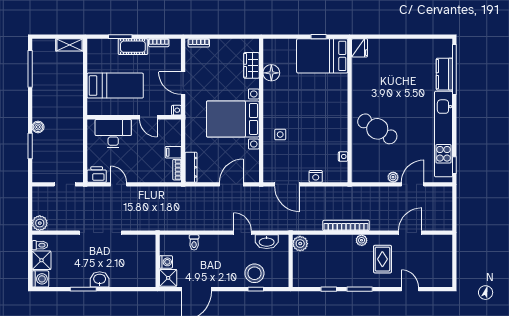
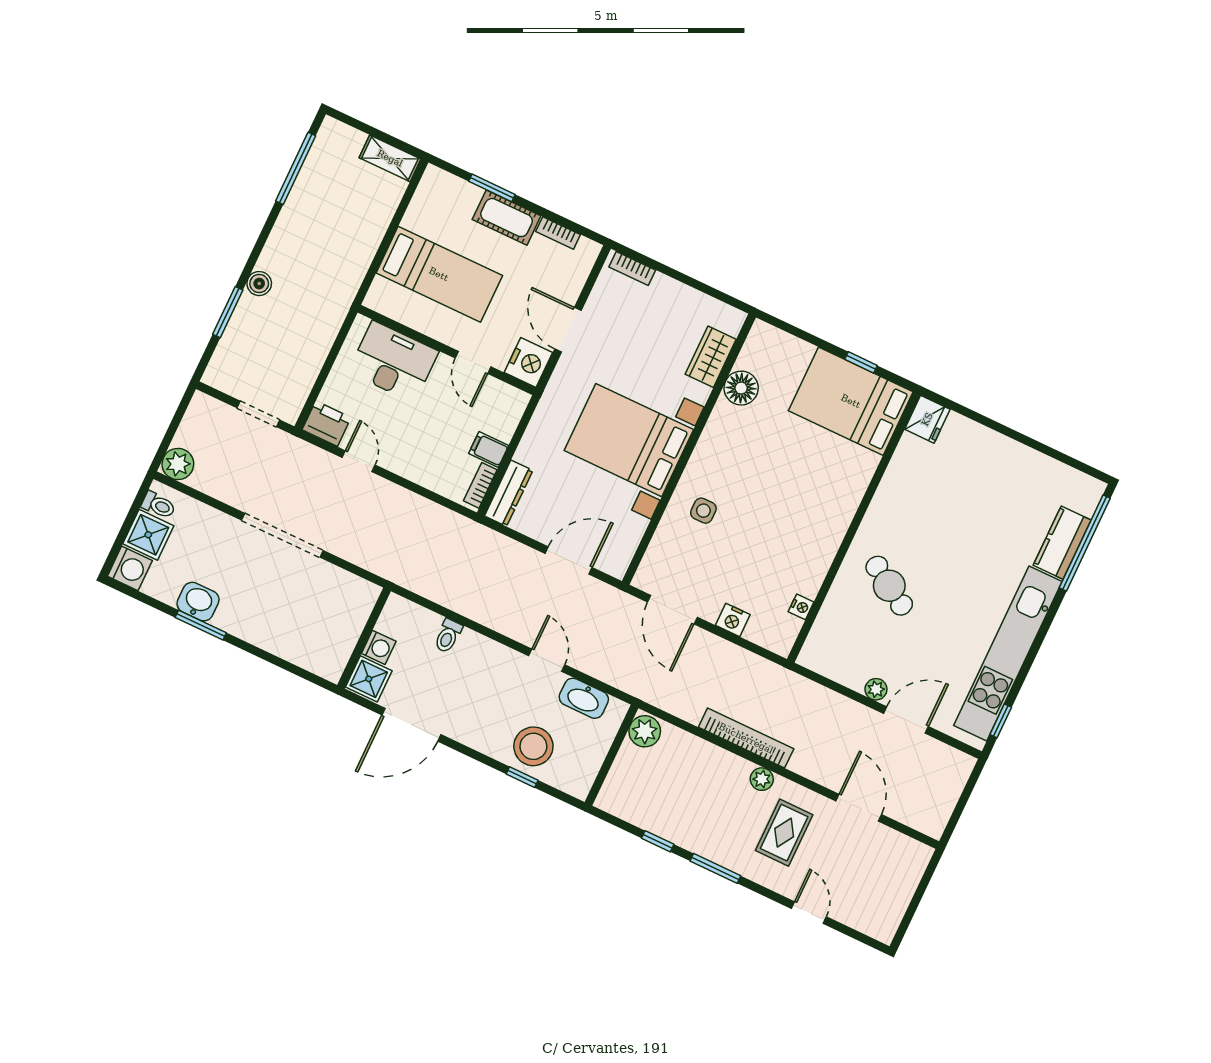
nightstand: (176, 110) -> (528, 362), width x1.89, depth x1.79
cafe table: (377, 129) -> (889, 586), width x0.73, depth x0.74
door: (410, 233) -> (859, 808), hinge flipped
washbasin: (100, 279) -> (198, 602), moved

